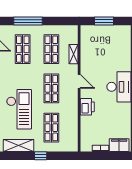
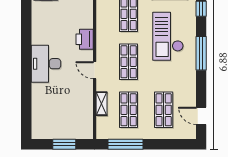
window: (28, 21) -> (126, 144), moved

